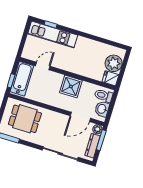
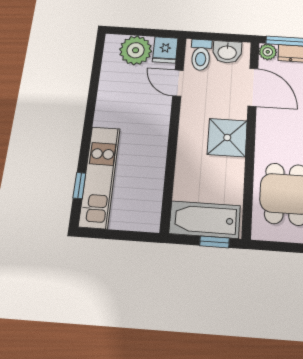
door: (43, 66) -> (178, 83), moved
shower: (71, 86) -> (227, 138), moved

